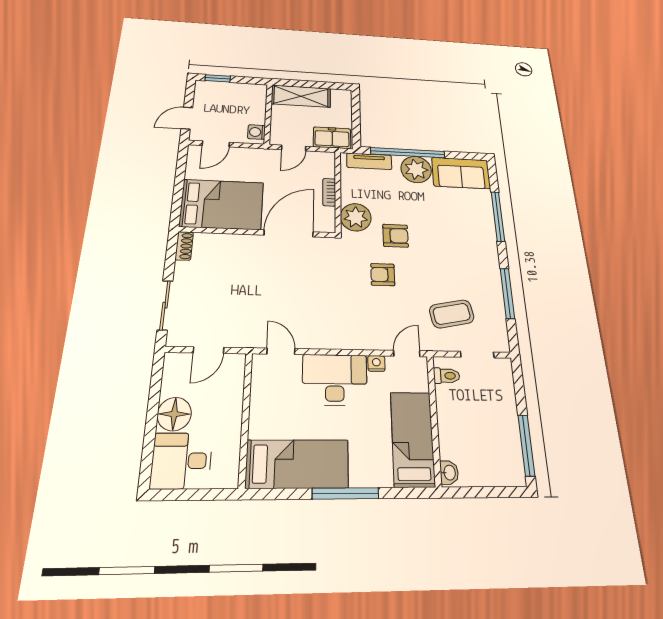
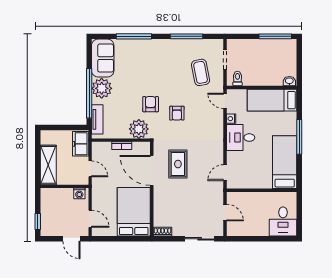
rug: (298, 274) -> (178, 164), added
desk: (335, 380) -> (241, 138), width x0.73
floor lamp: (174, 414) -> (260, 228), removed

